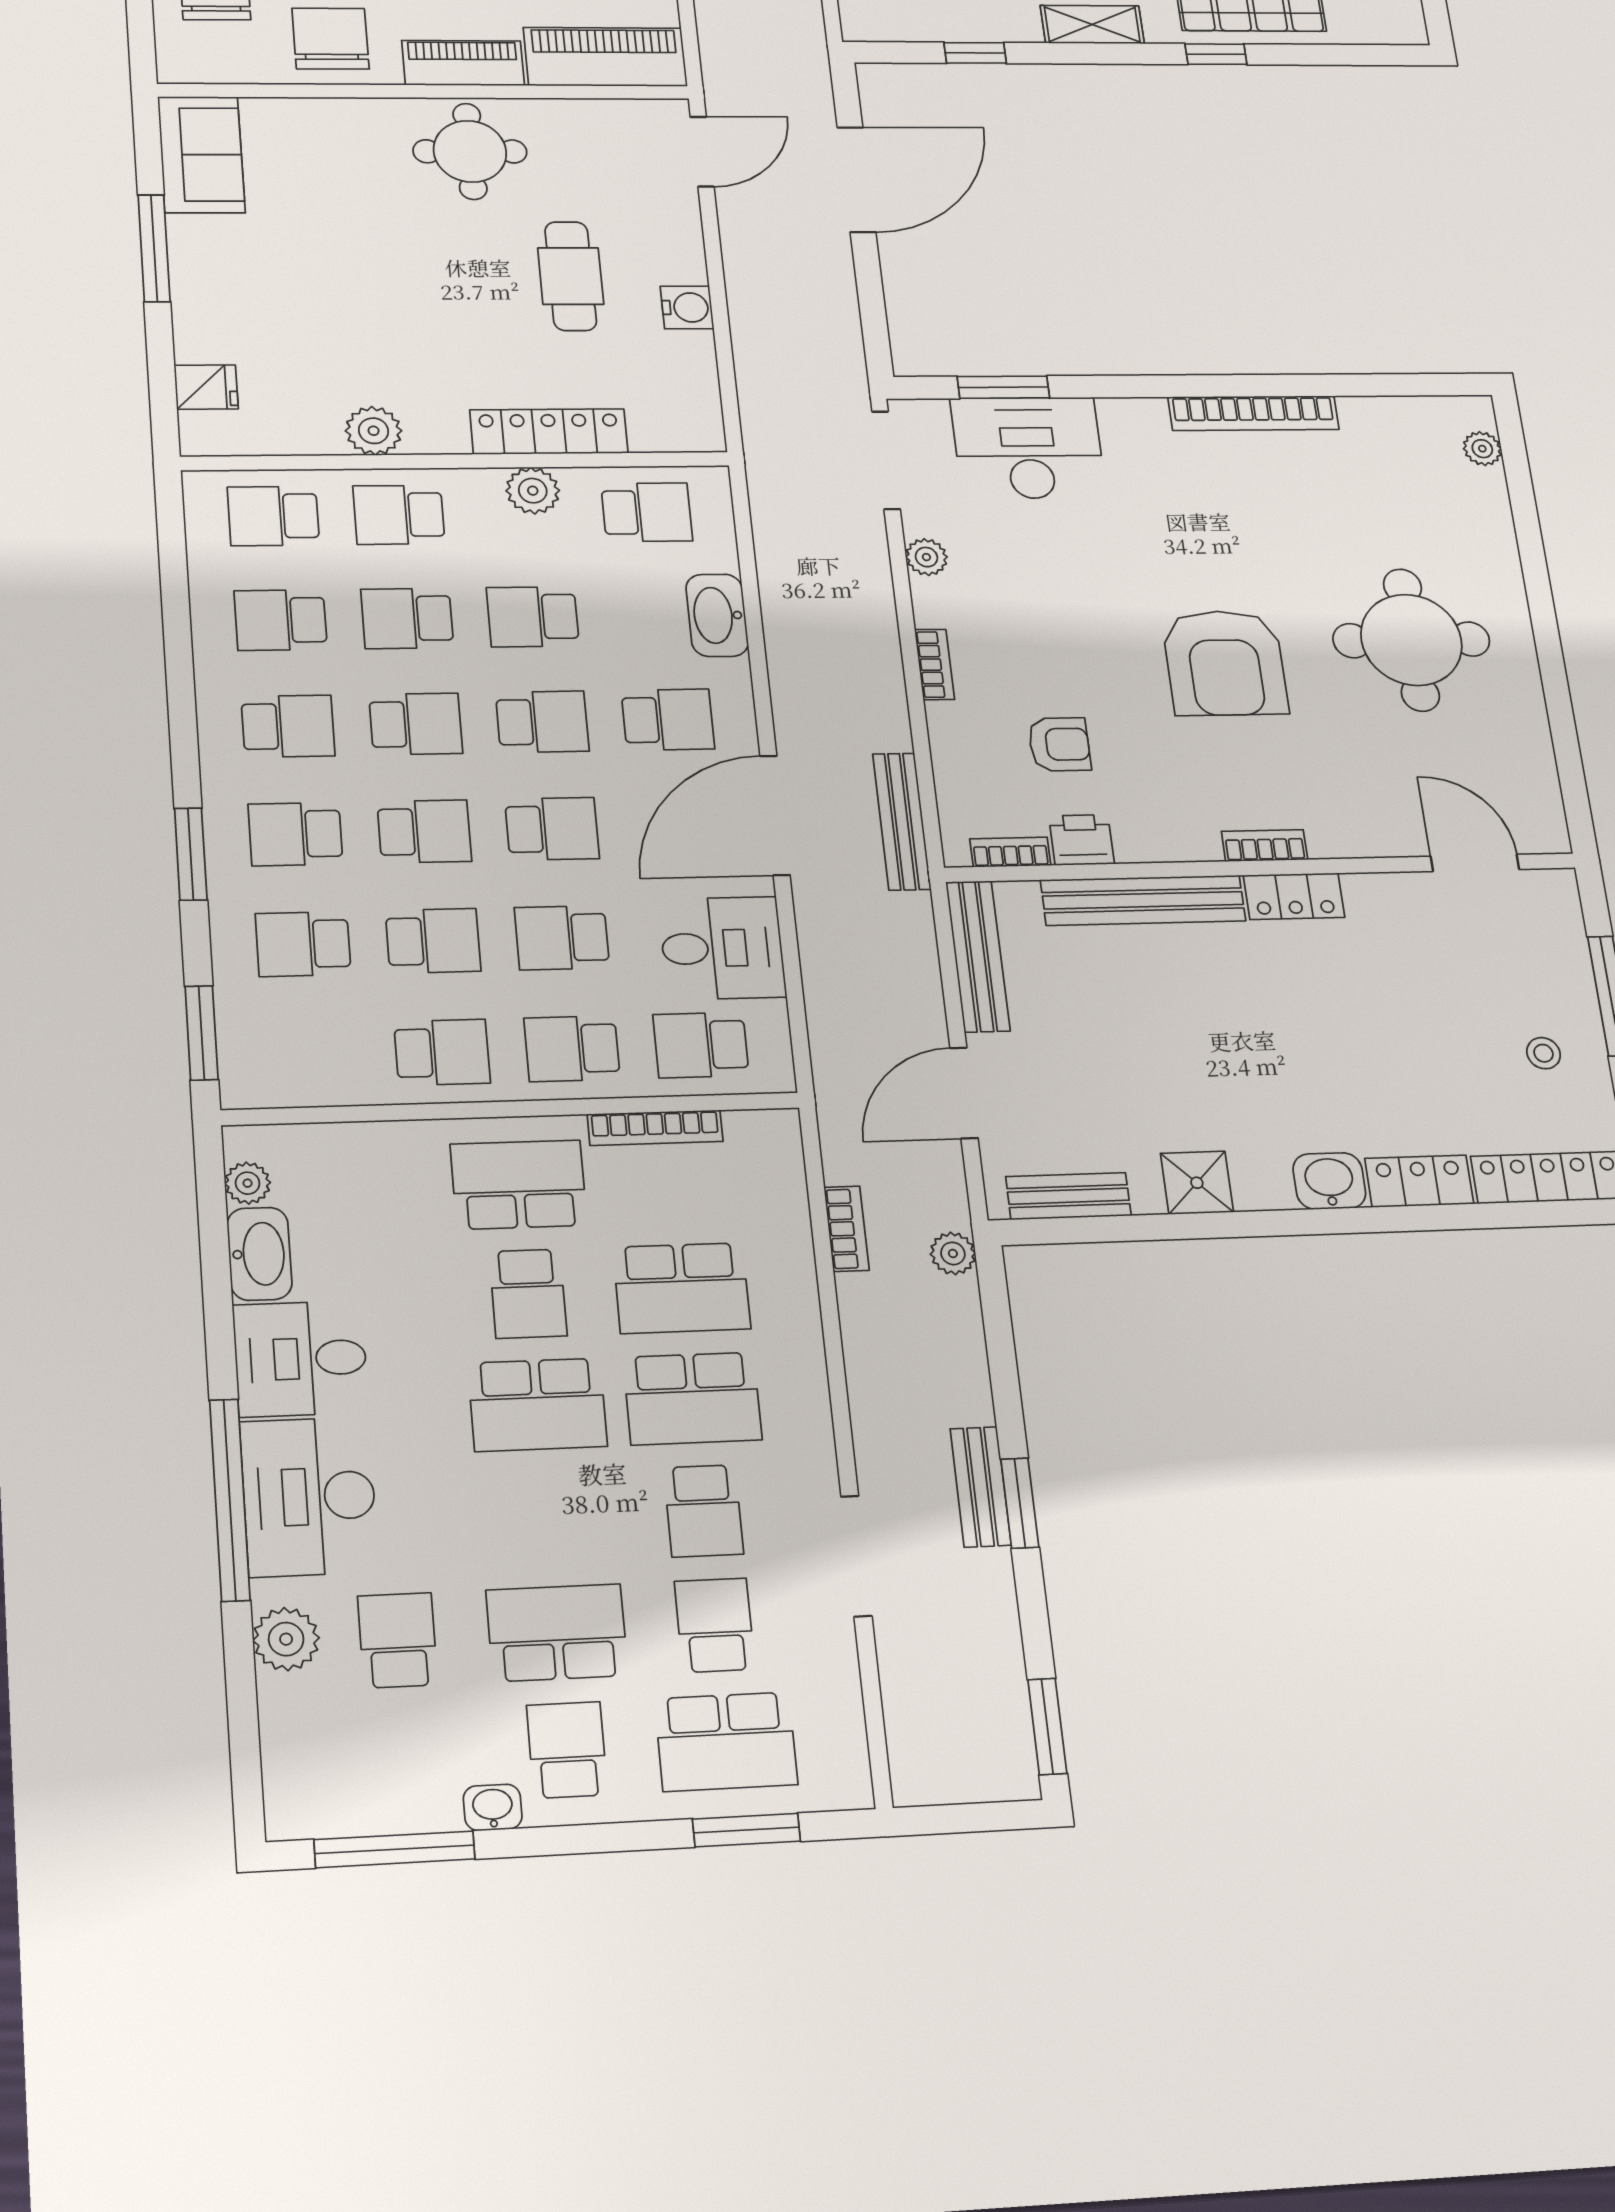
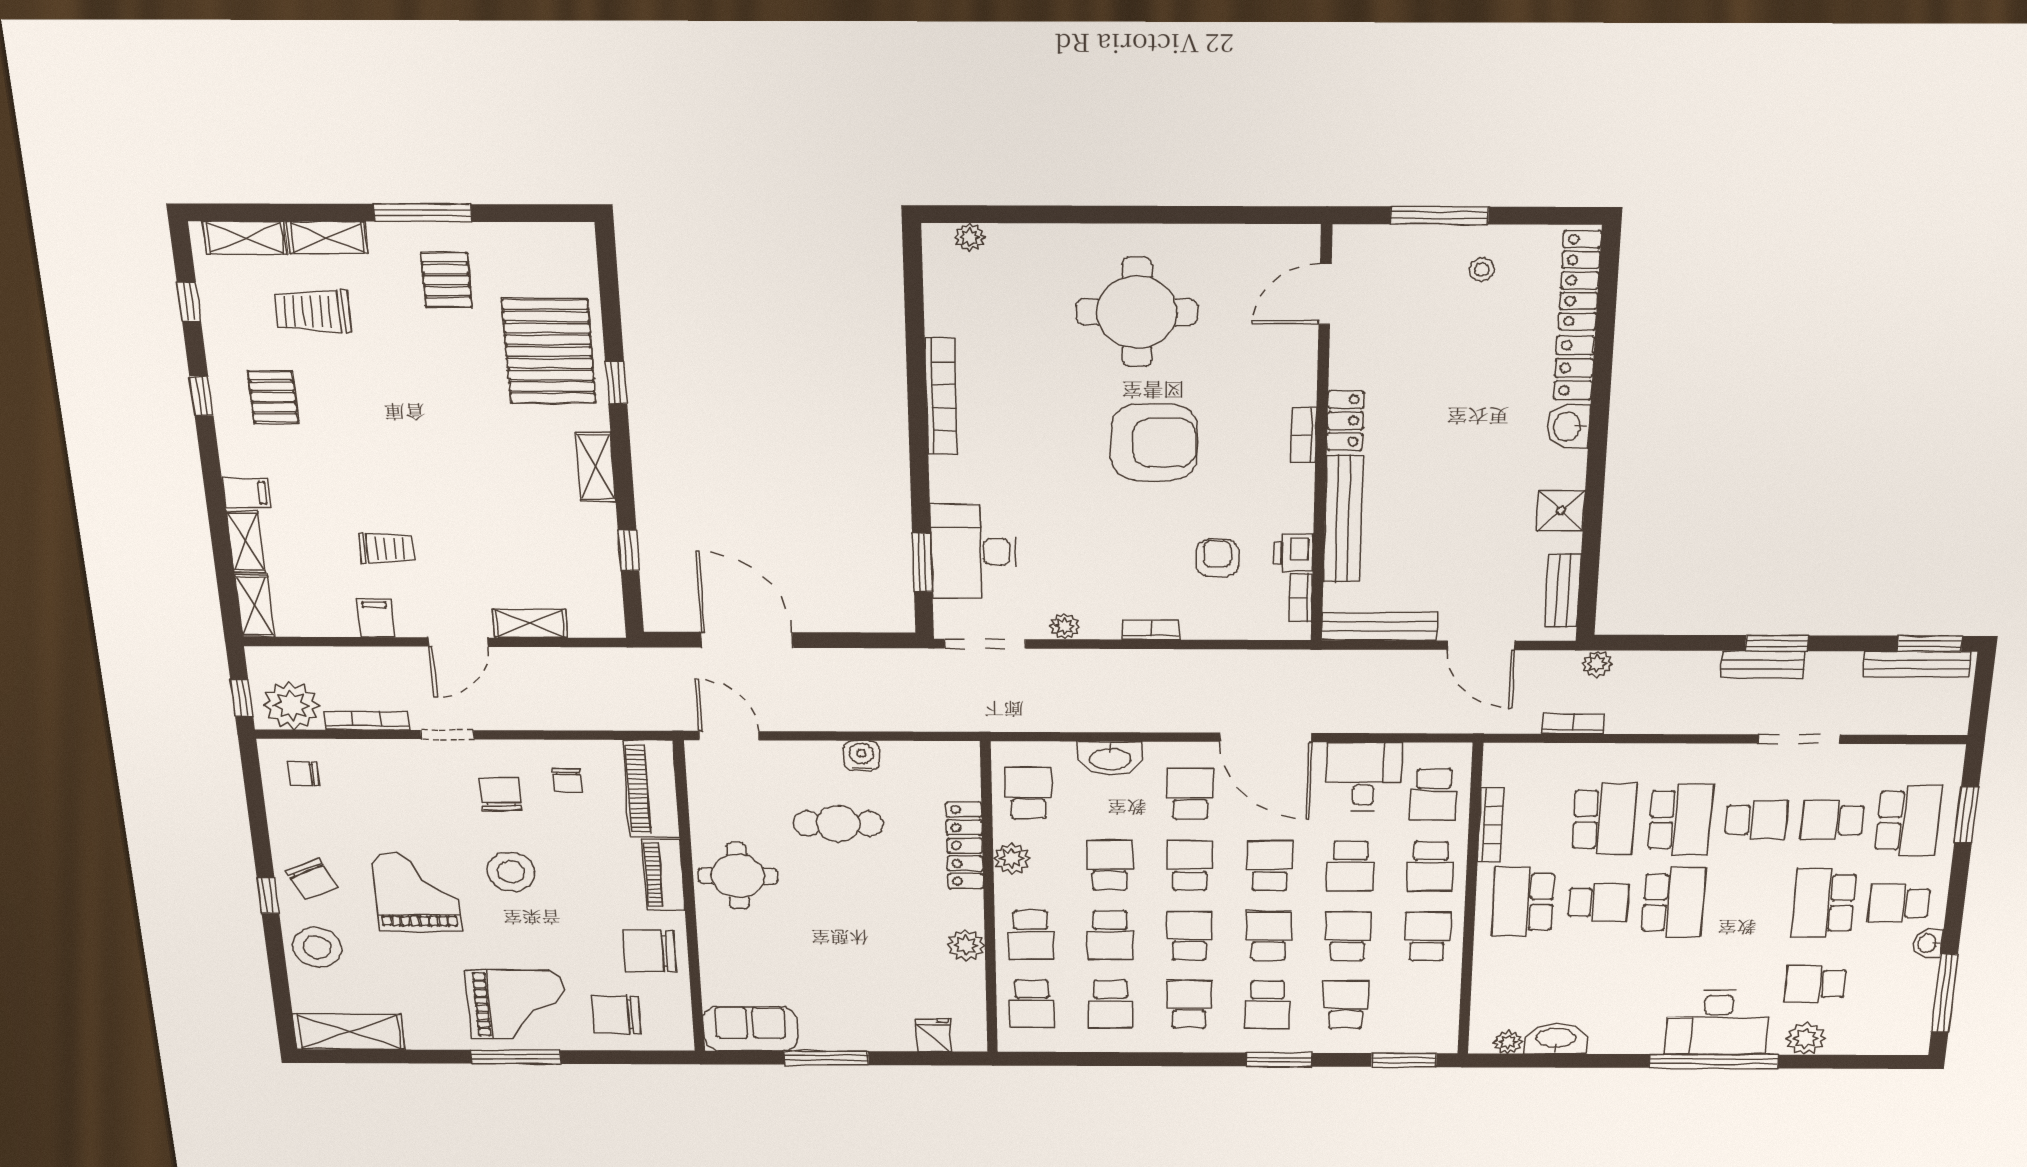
school desk: (533, 617) -> (1110, 865), turned 180
bench: (902, 821) -> (1917, 664), moved
school desk: (303, 944) -> (1346, 1005), turned 180
desk: (301, 1359) -> (1627, 1022), removed

